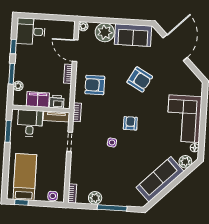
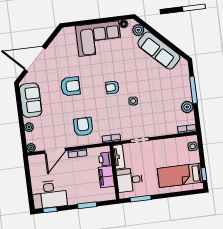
desk: (31, 31) -> (49, 194), width x1.37
plant: (105, 32) -> (29, 127), width x0.53, depth x0.53
window: (13, 47) -> (50, 210), moved
armchair: (140, 79) -> (70, 86), turned 61
armchair: (95, 85) -> (83, 127), turned 180
plant: (18, 86) -> (97, 197), removed

